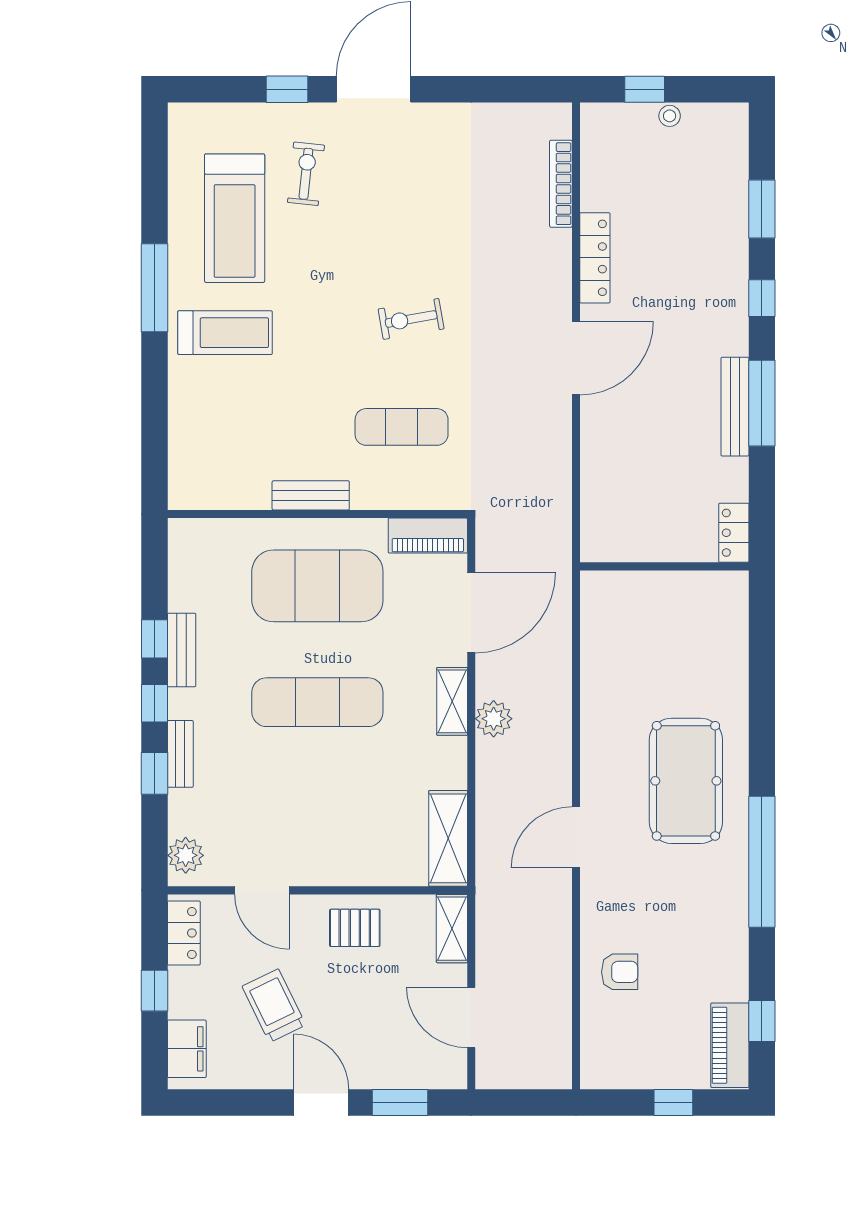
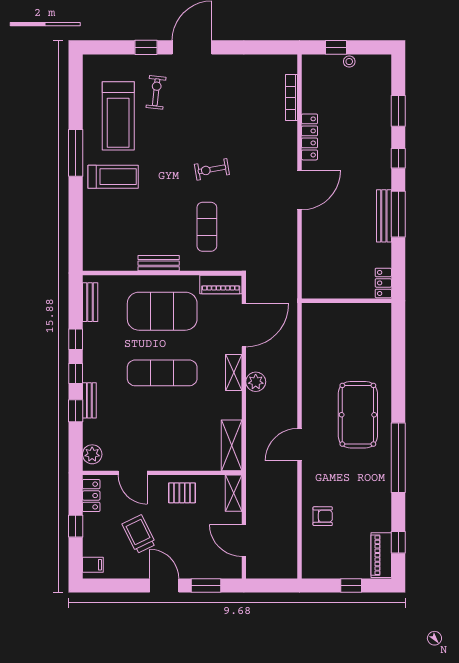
exercise mat: (402, 427) -> (207, 227), turned 90
bench: (182, 650) -> (90, 302), moved
filing cabinet: (187, 1049) -> (93, 565), width x0.50

